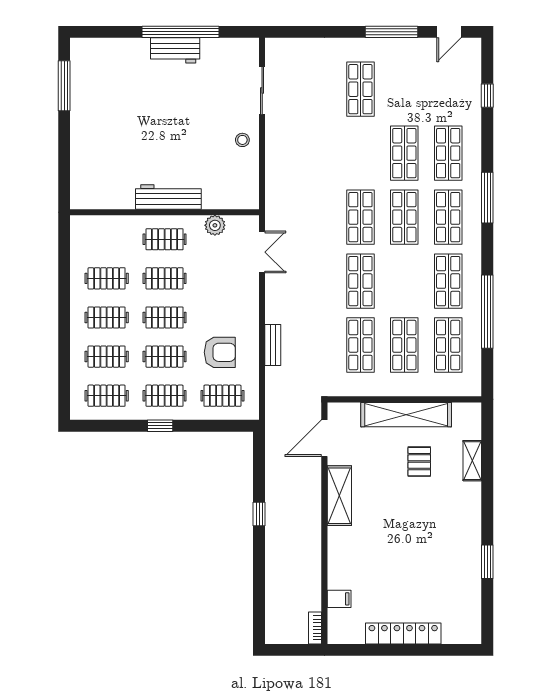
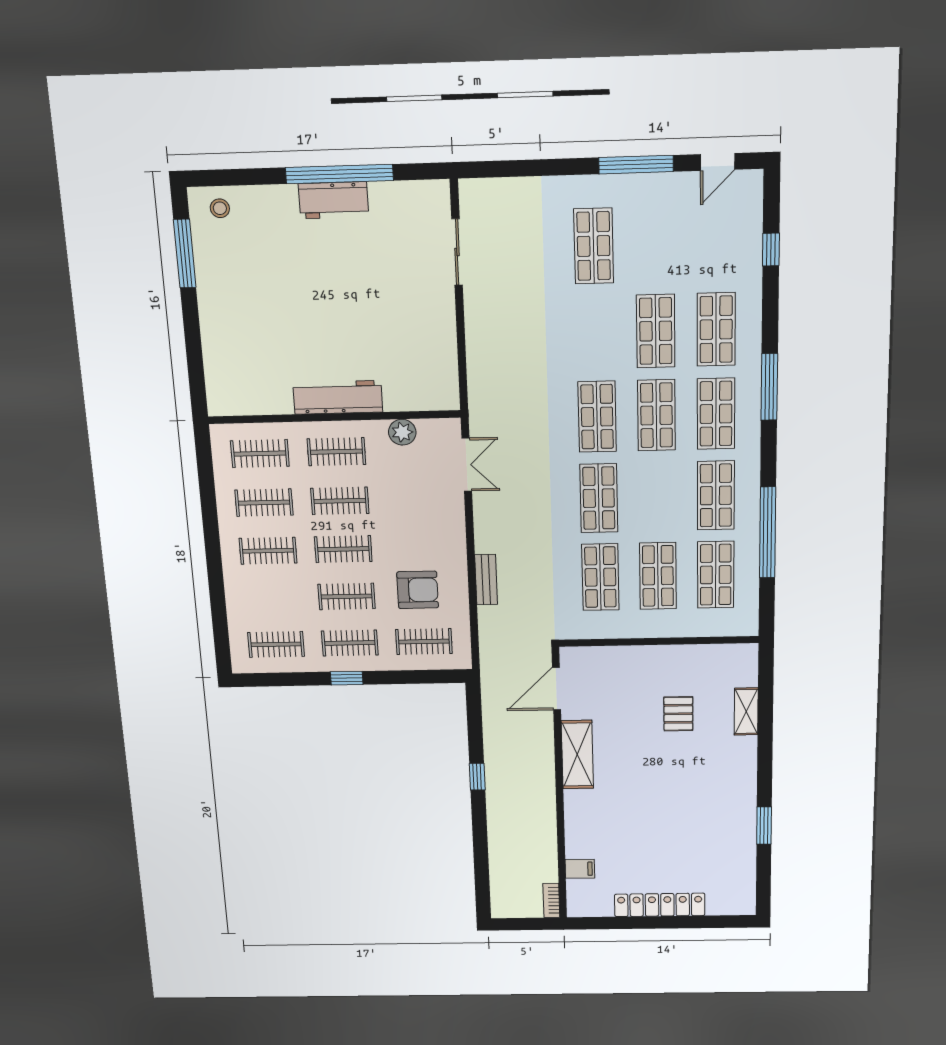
stool: (242, 140) -> (220, 208), moved
clothes rail: (107, 357) -> (260, 454), moved
shelving: (406, 415) -> (661, 659), removed

